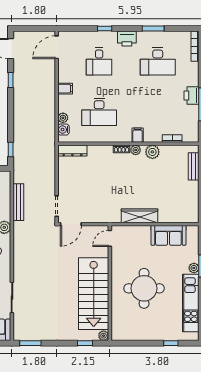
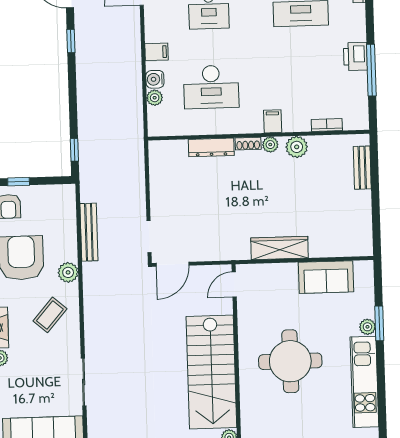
water cooler: (63, 130) -> (155, 79), moved
dresser: (72, 151) -> (211, 147), moved

